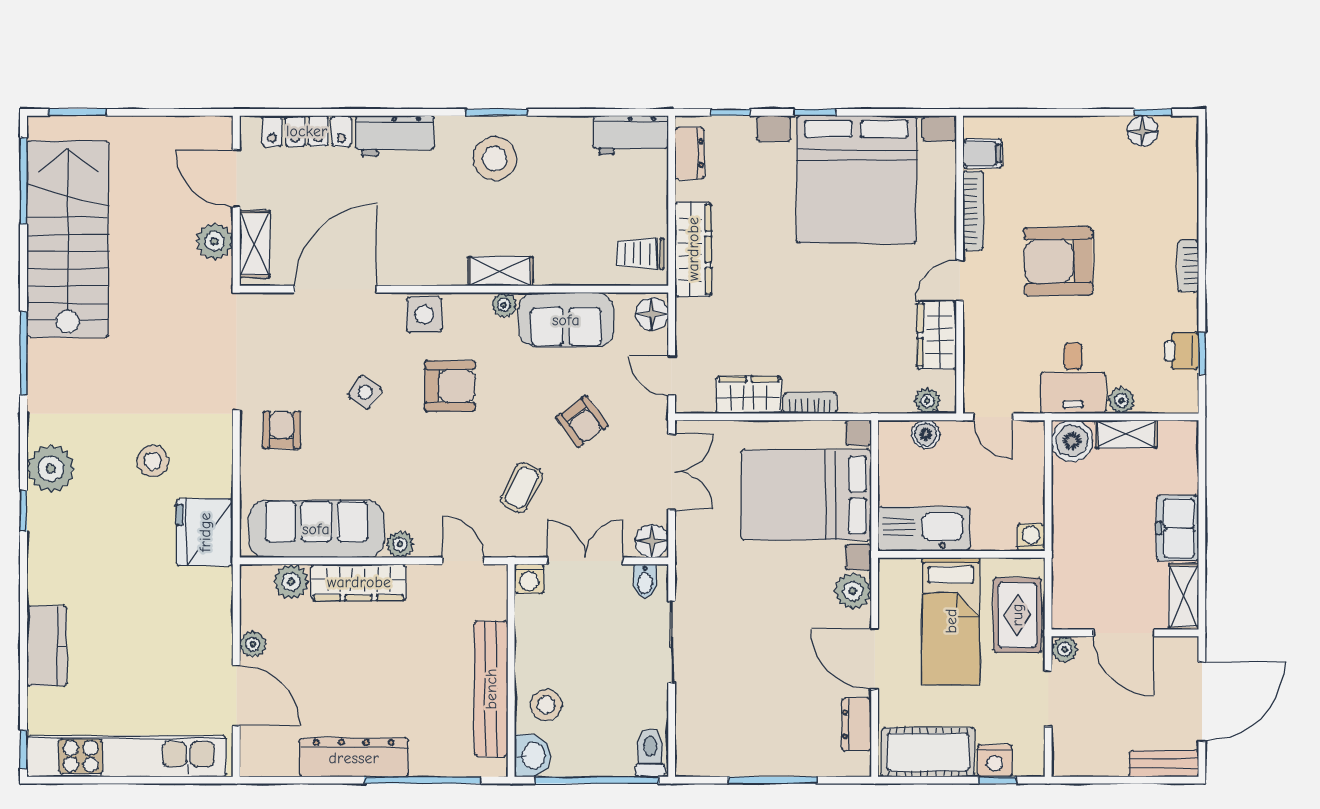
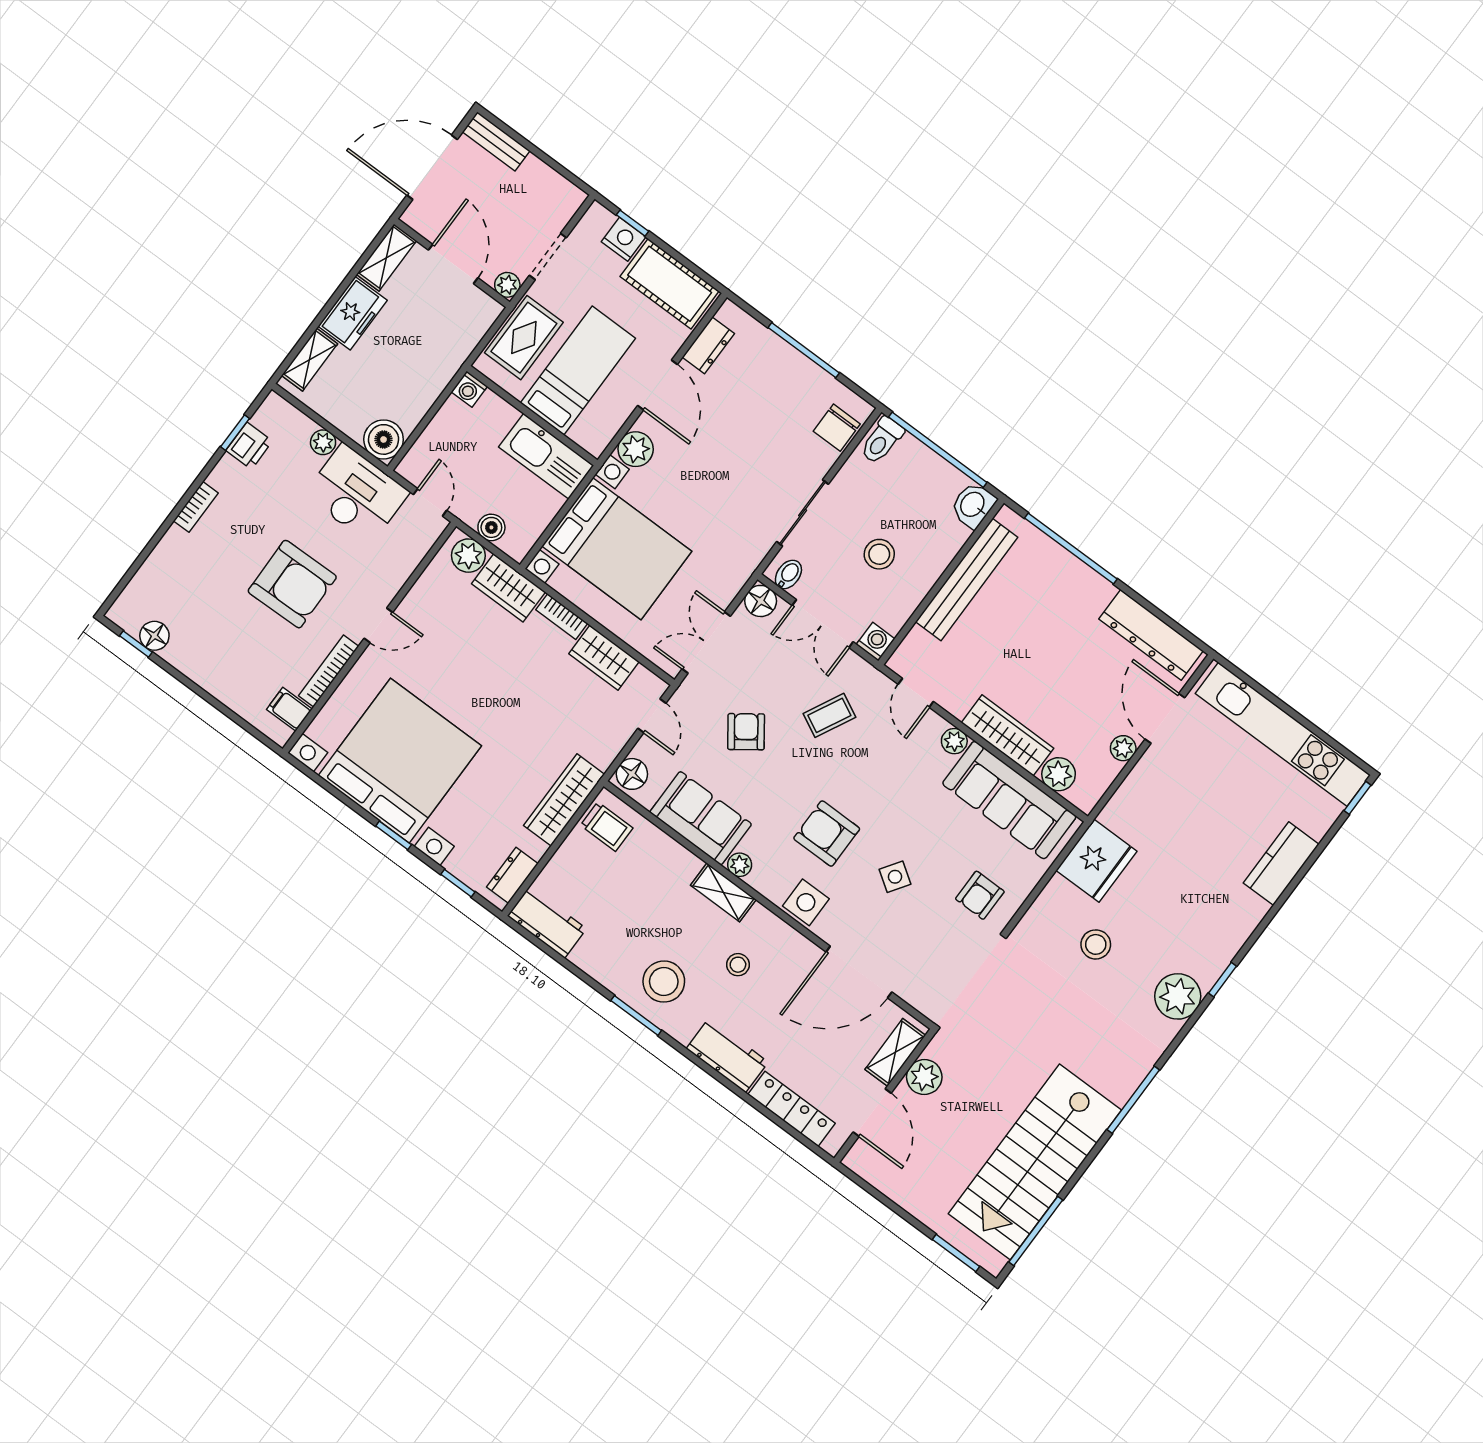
stool: (443, 219) -> (738, 965), added
wardrobe: (937, 335) -> (508, 588), moved, turned 90
desk: (1073, 378) -> (357, 494), width x1.37
plant: (927, 401) -> (468, 556), width x1.38, depth x1.38
shelving: (1126, 434) -> (310, 360), moved, turned 90
stool: (546, 705) -> (879, 554), moved
chair: (696, 735) -> (837, 428), added
dresser: (354, 758) -> (1151, 635), moved

